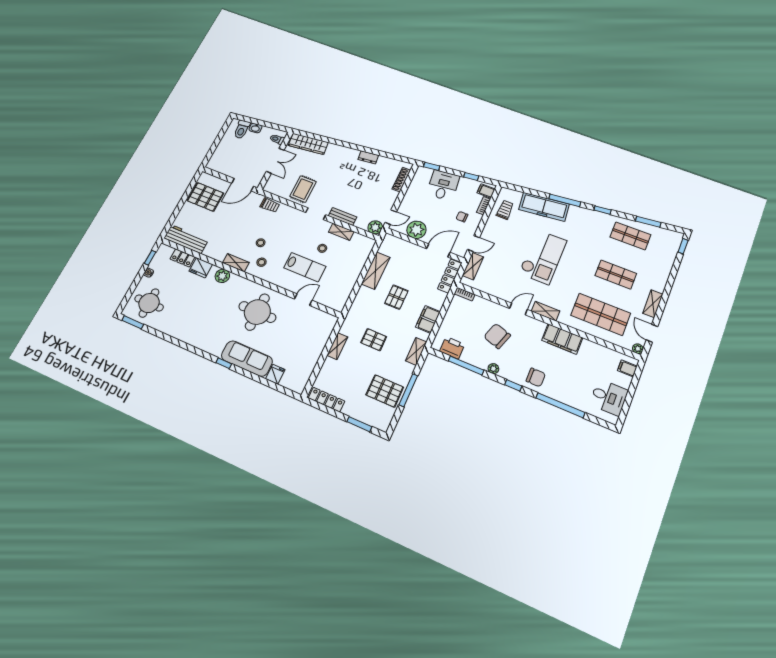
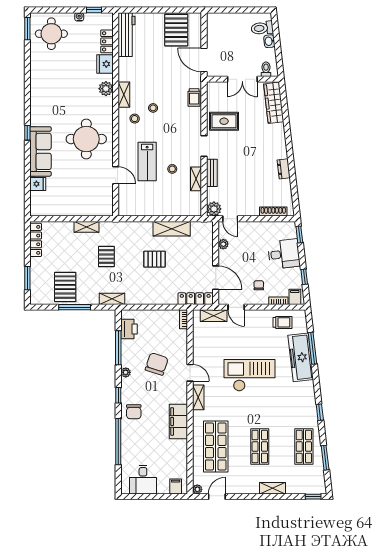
window: (565, 200) -> (312, 348), moved
plant: (416, 230) -> (223, 244), width x0.53, depth x0.53
checkout: (543, 257) -> (249, 375), turned 180
shelving: (653, 304) -> (273, 488), moved
filing cabinet: (428, 319) -> (146, 297), removed

